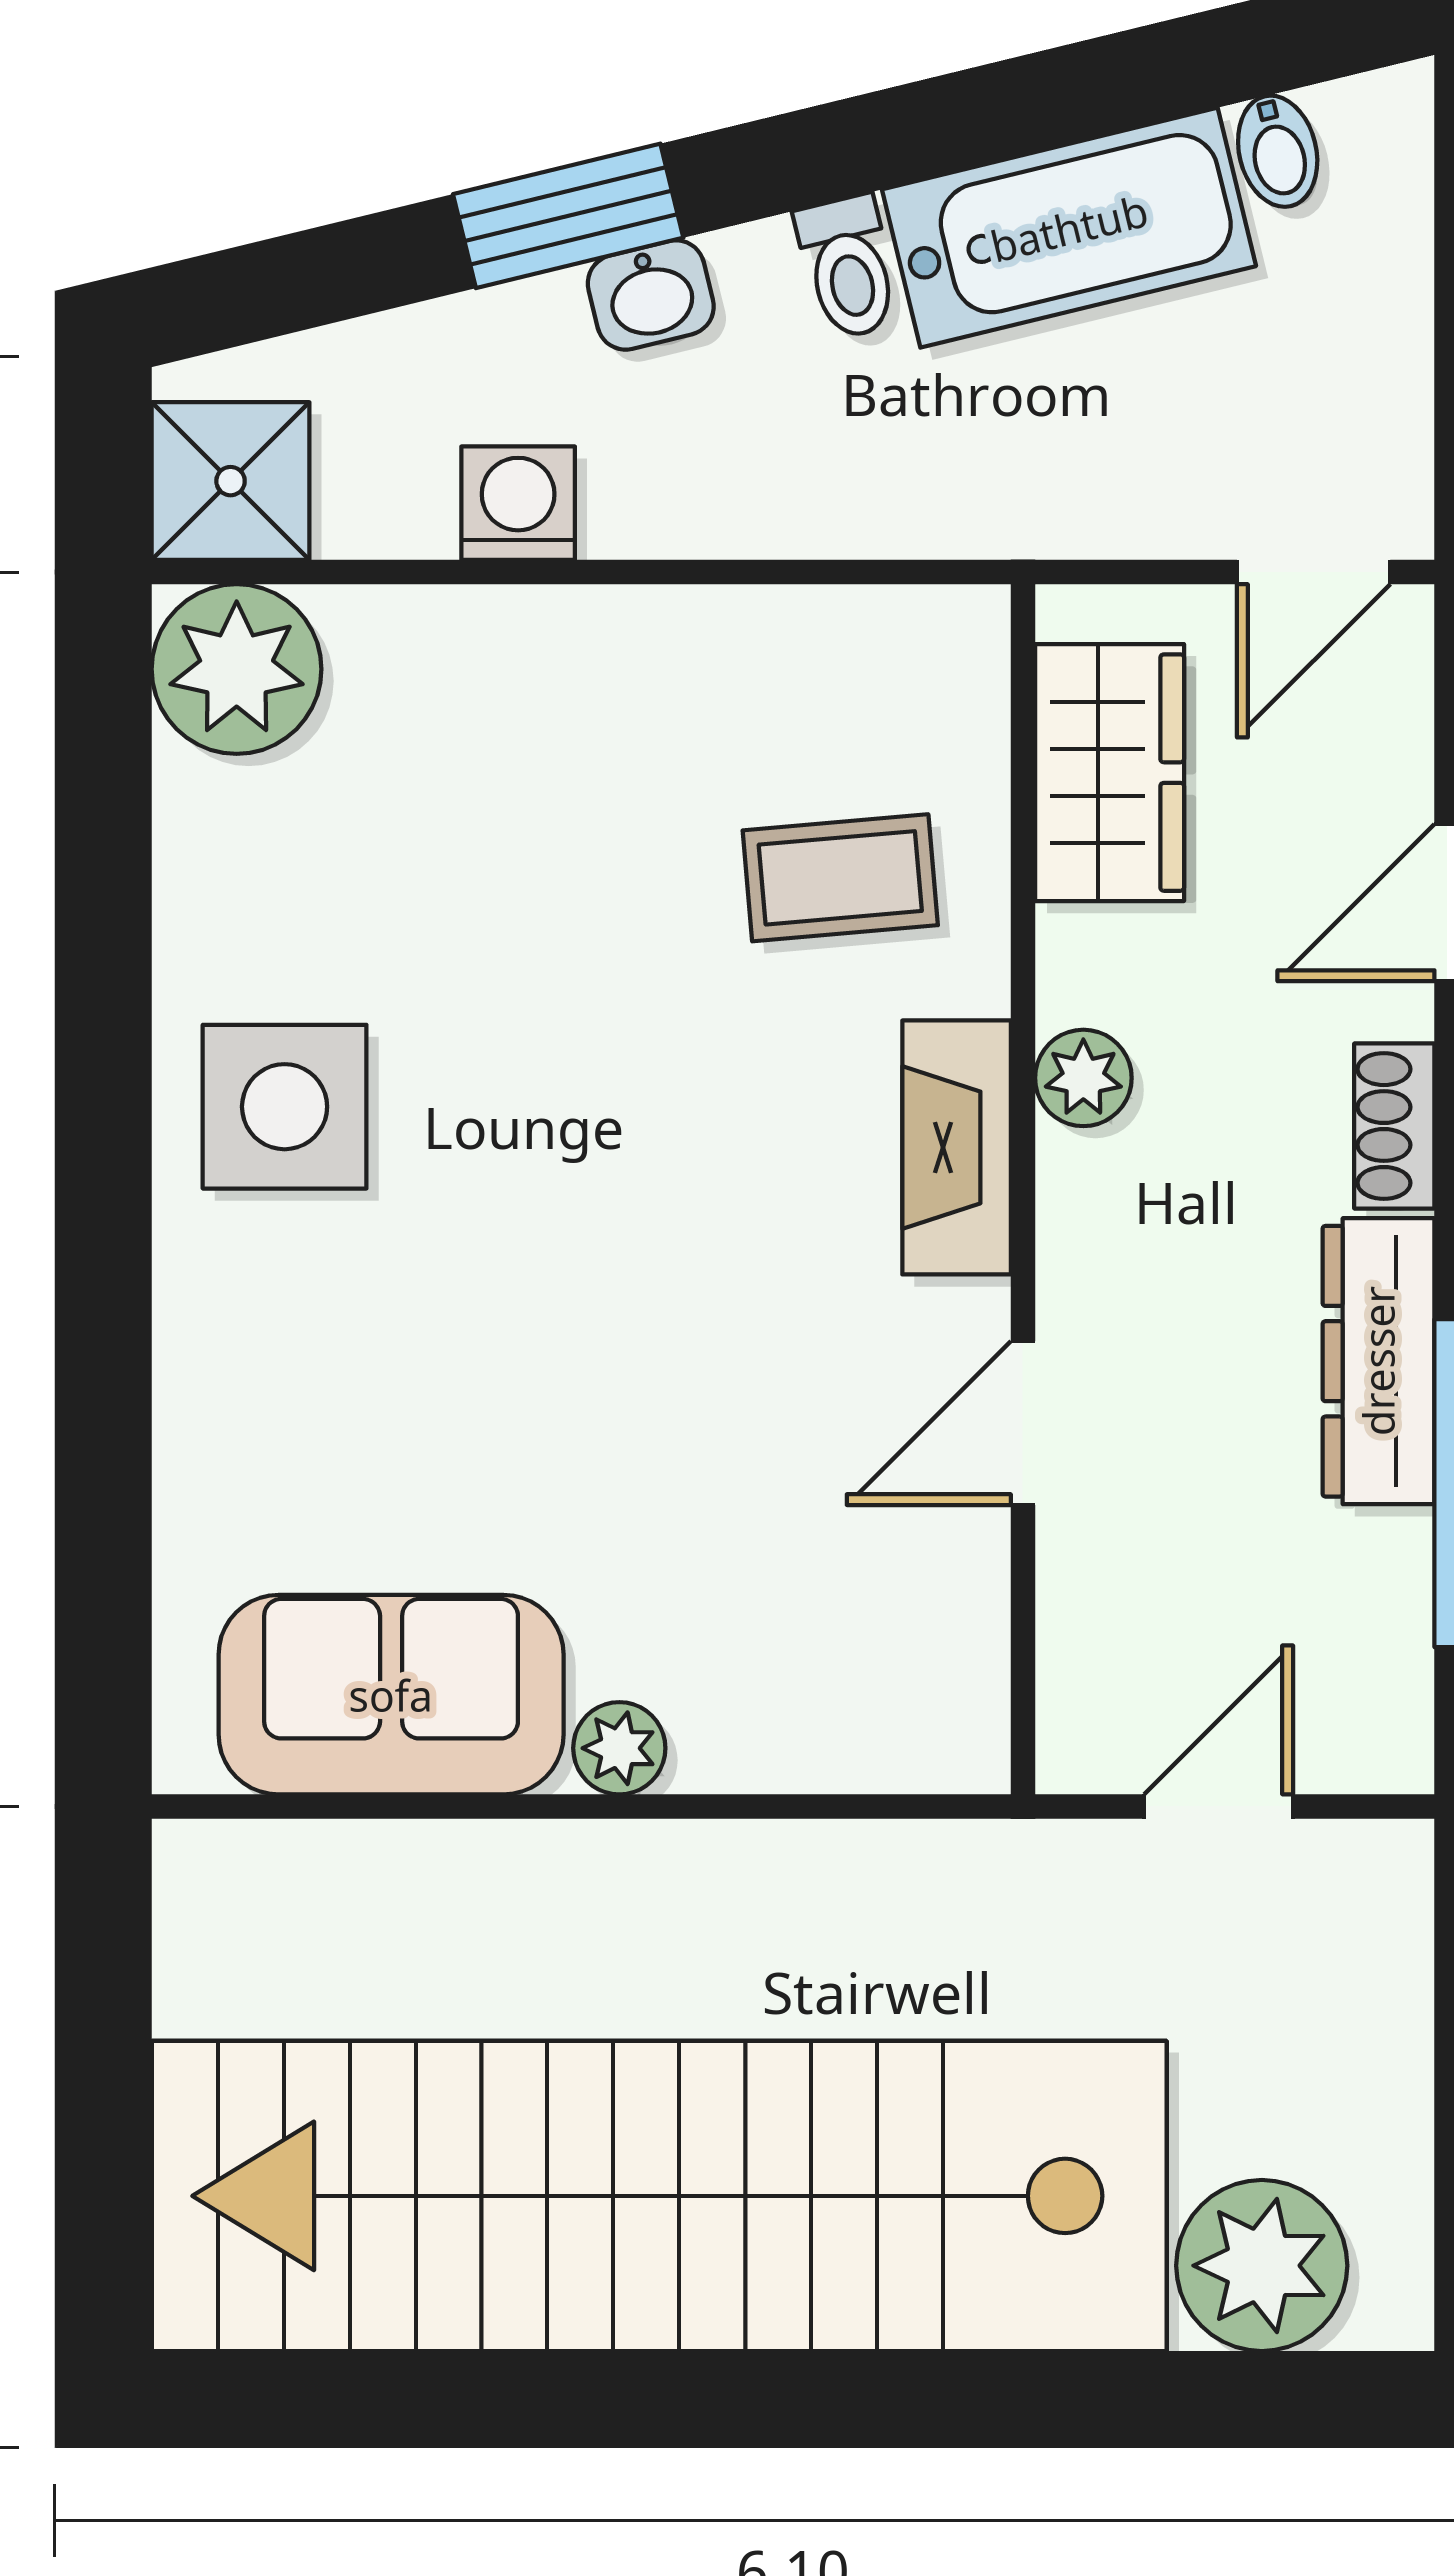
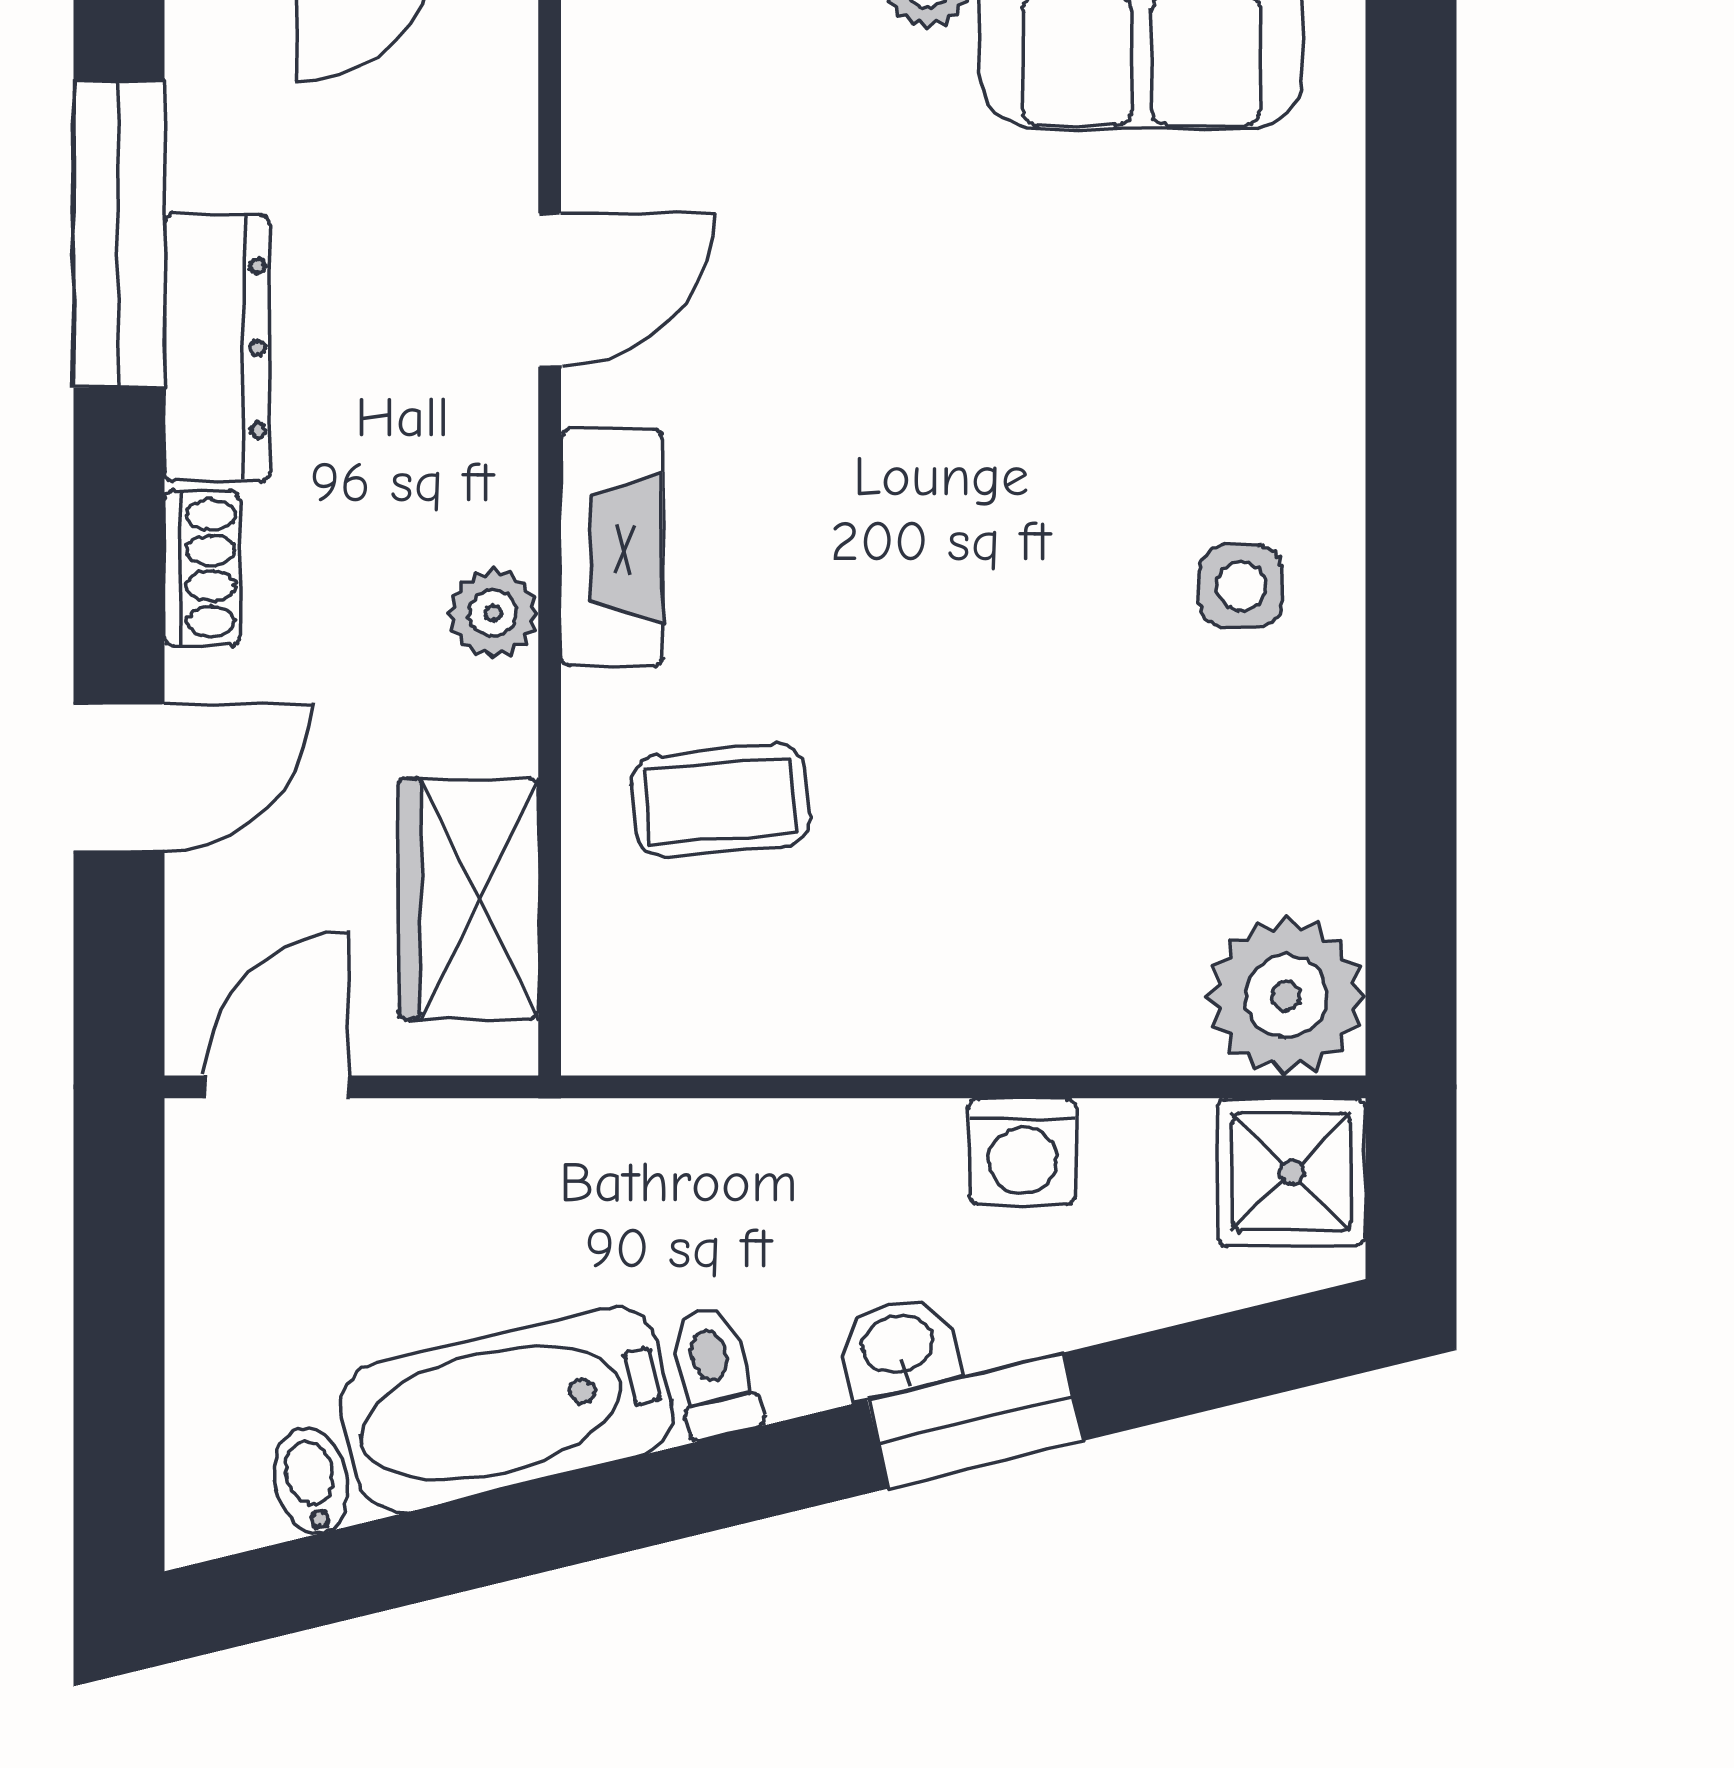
side table: (285, 1107) -> (1241, 586), width x0.54, depth x0.54

